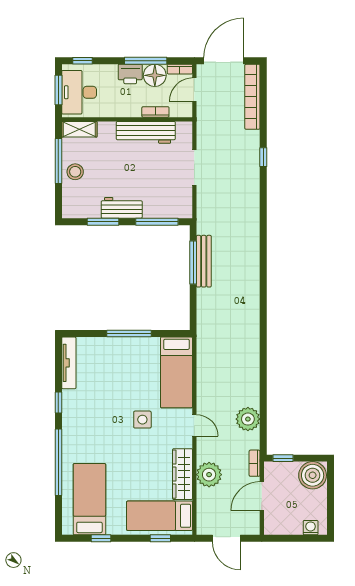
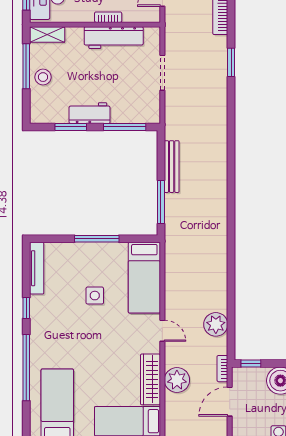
bookcase: (155, 112) -> (108, 17), moved
window: (263, 157) -> (231, 62), width x1.50
window: (193, 263) -> (161, 202), moved
side table: (142, 420) -> (95, 296), moved

